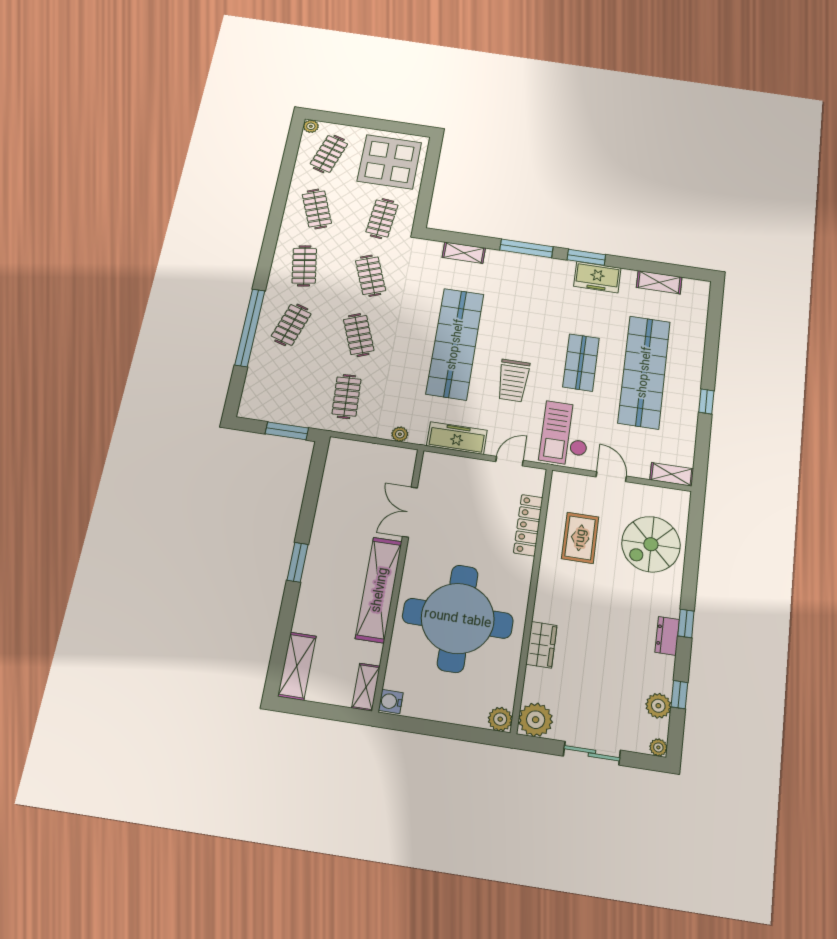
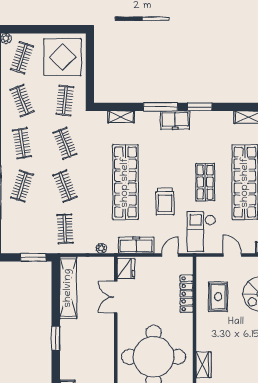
freezer: (597, 277) -> (175, 120), moved
fridge: (434, 471) -> (126, 268), added
shelving: (379, 590) -> (68, 288), moved

